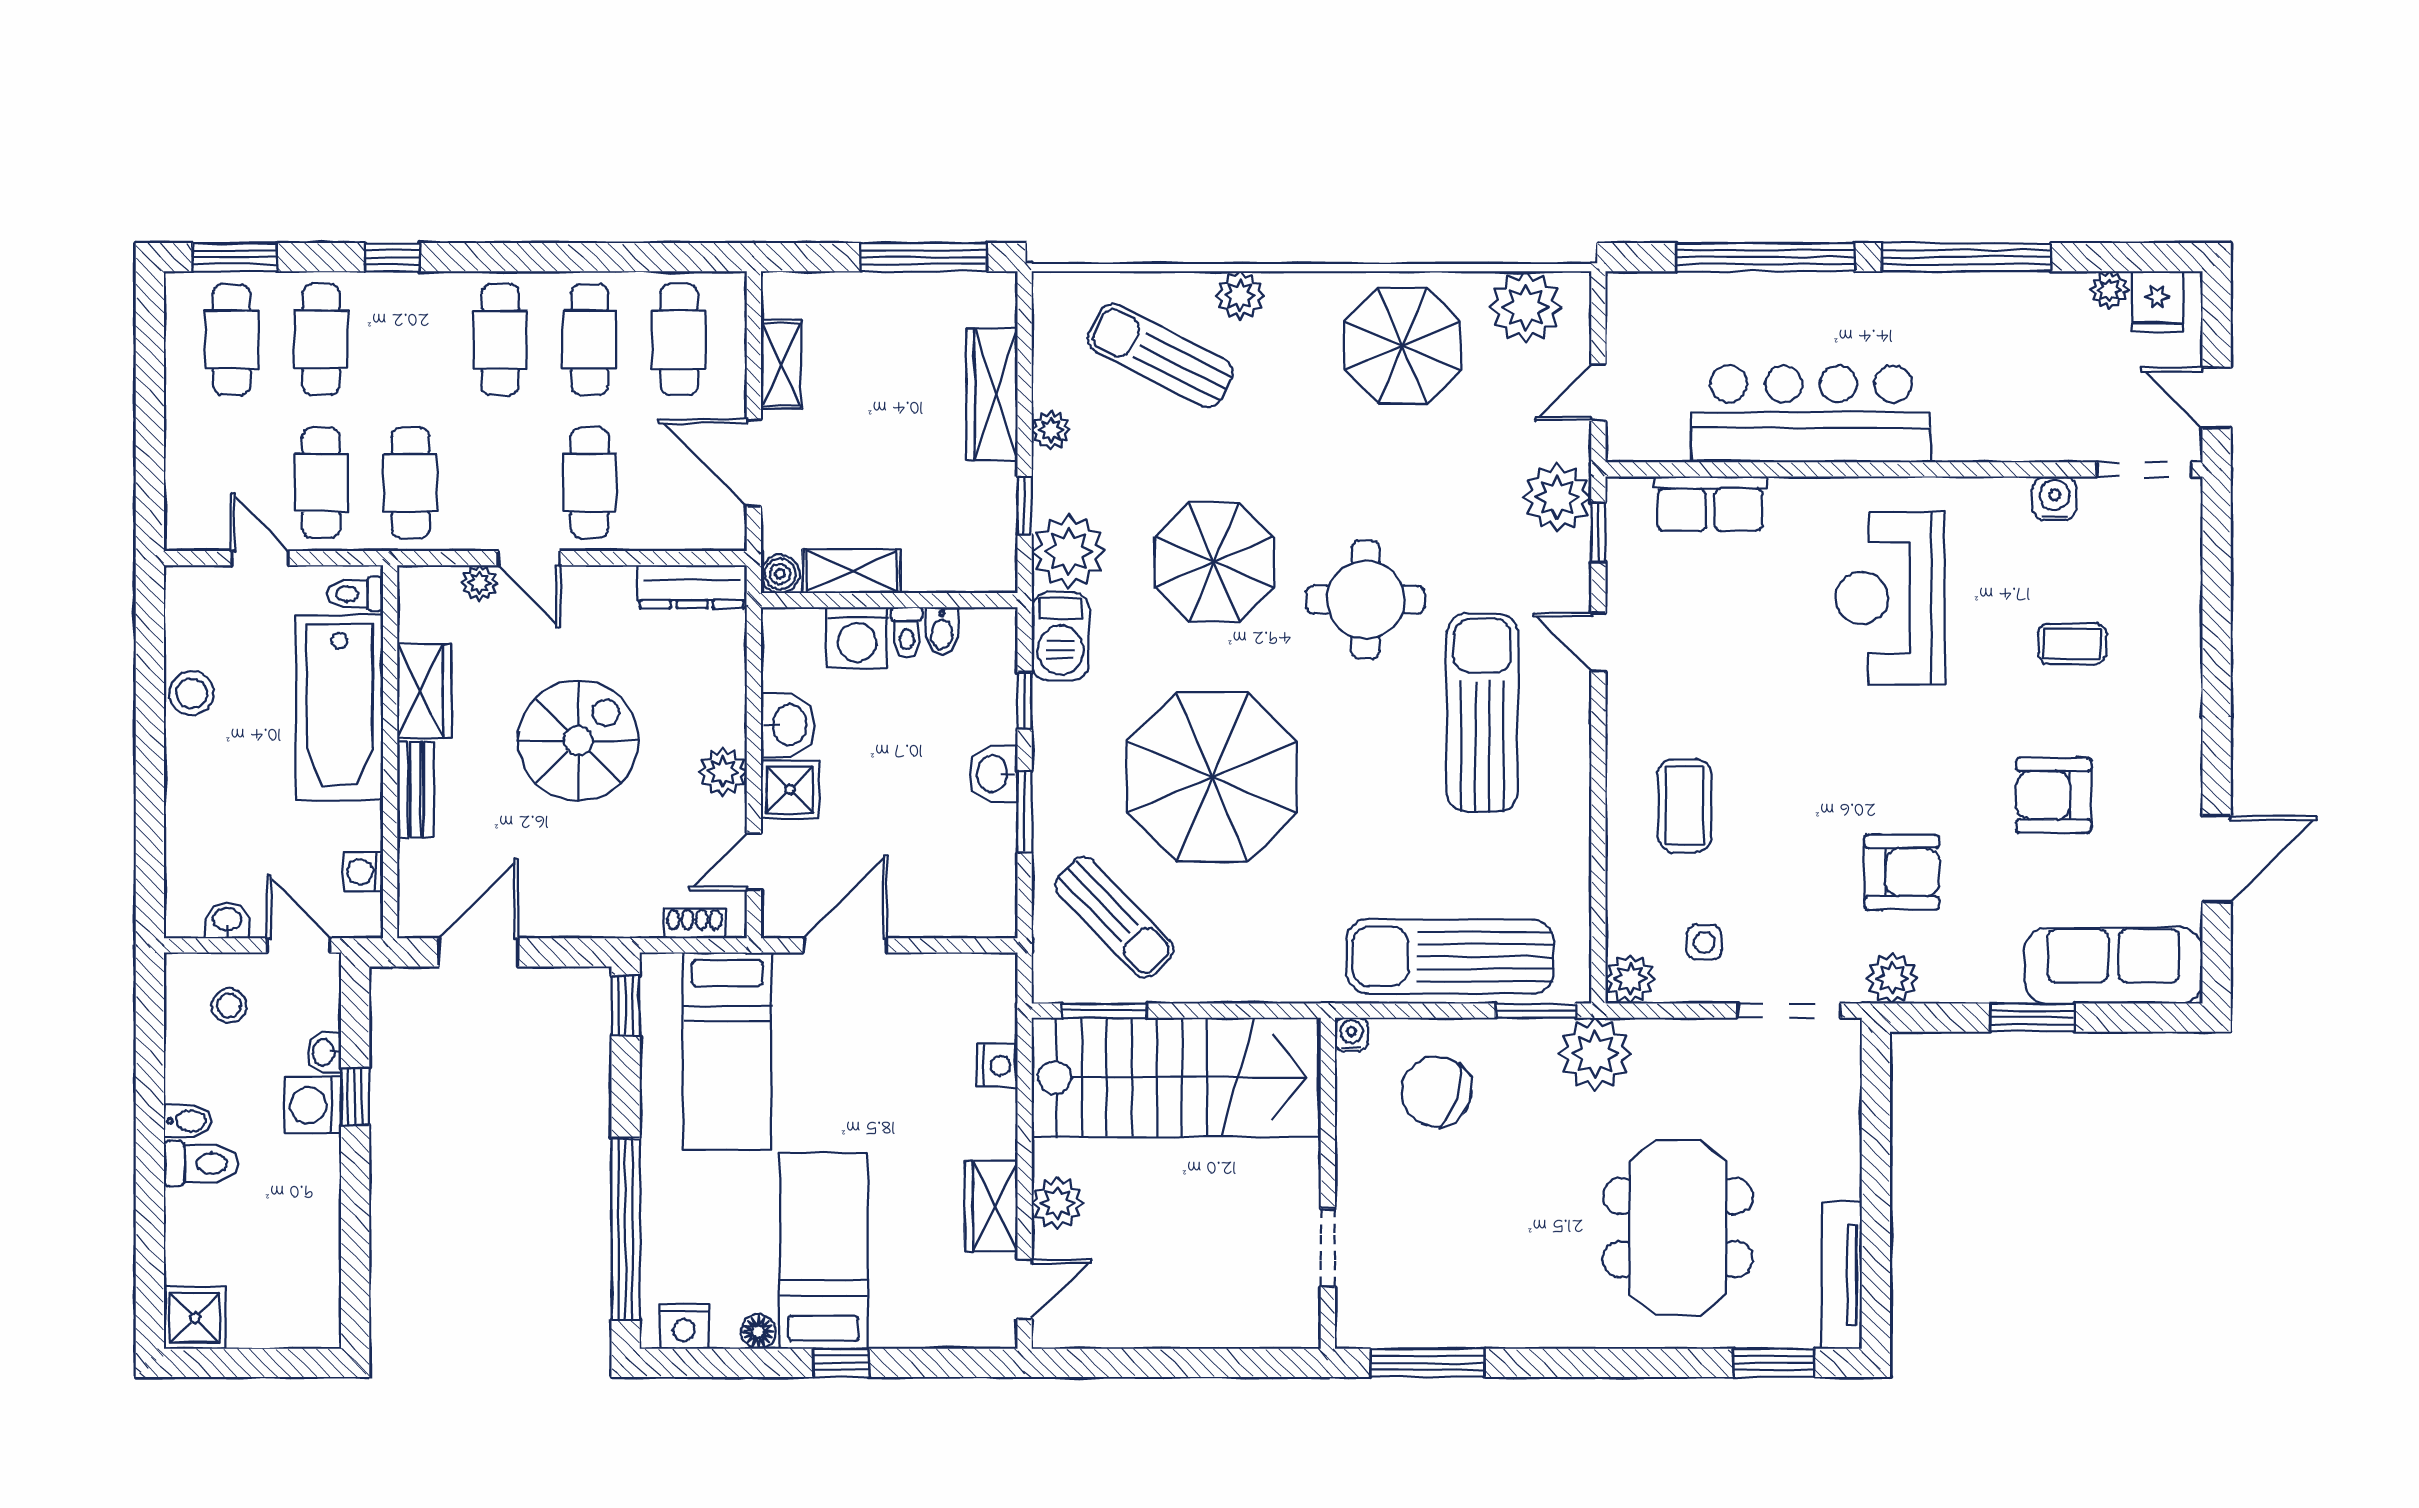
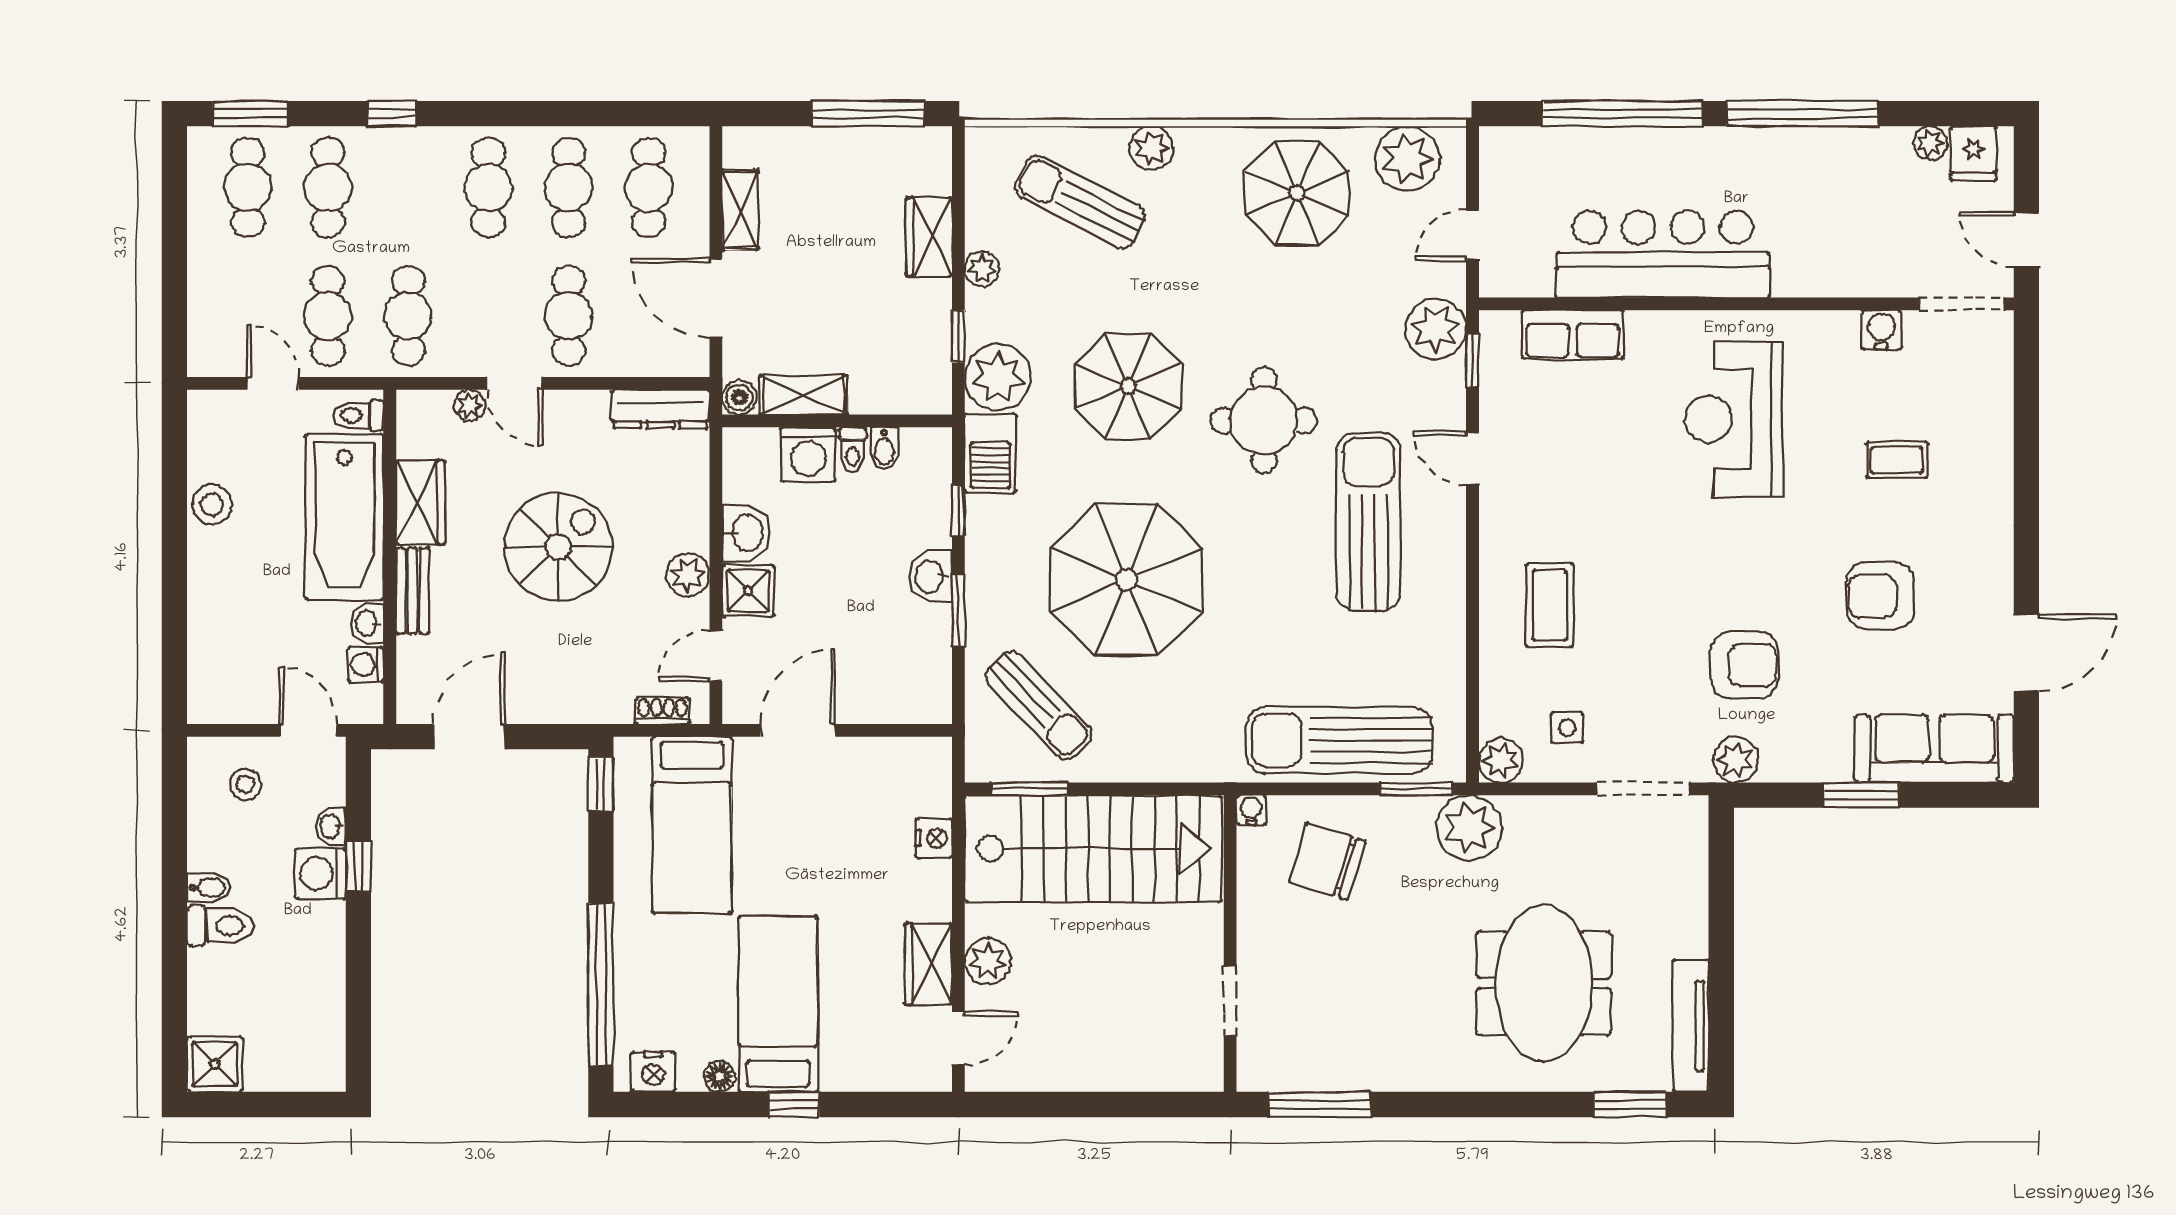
wardrobe: (992, 394) -> (929, 237), width x0.67
washbasin: (227, 920) -> (367, 623), moved, turned -90

